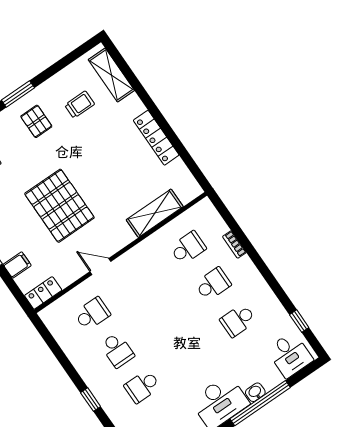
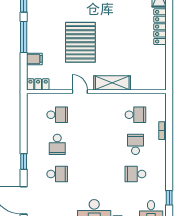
locker: (156, 138) -> (160, 27), moved
shelving: (155, 213) -> (112, 83), moved
school desk: (213, 284) -> (135, 144), turned -90
school desk: (142, 386) -> (57, 174), turned 180

